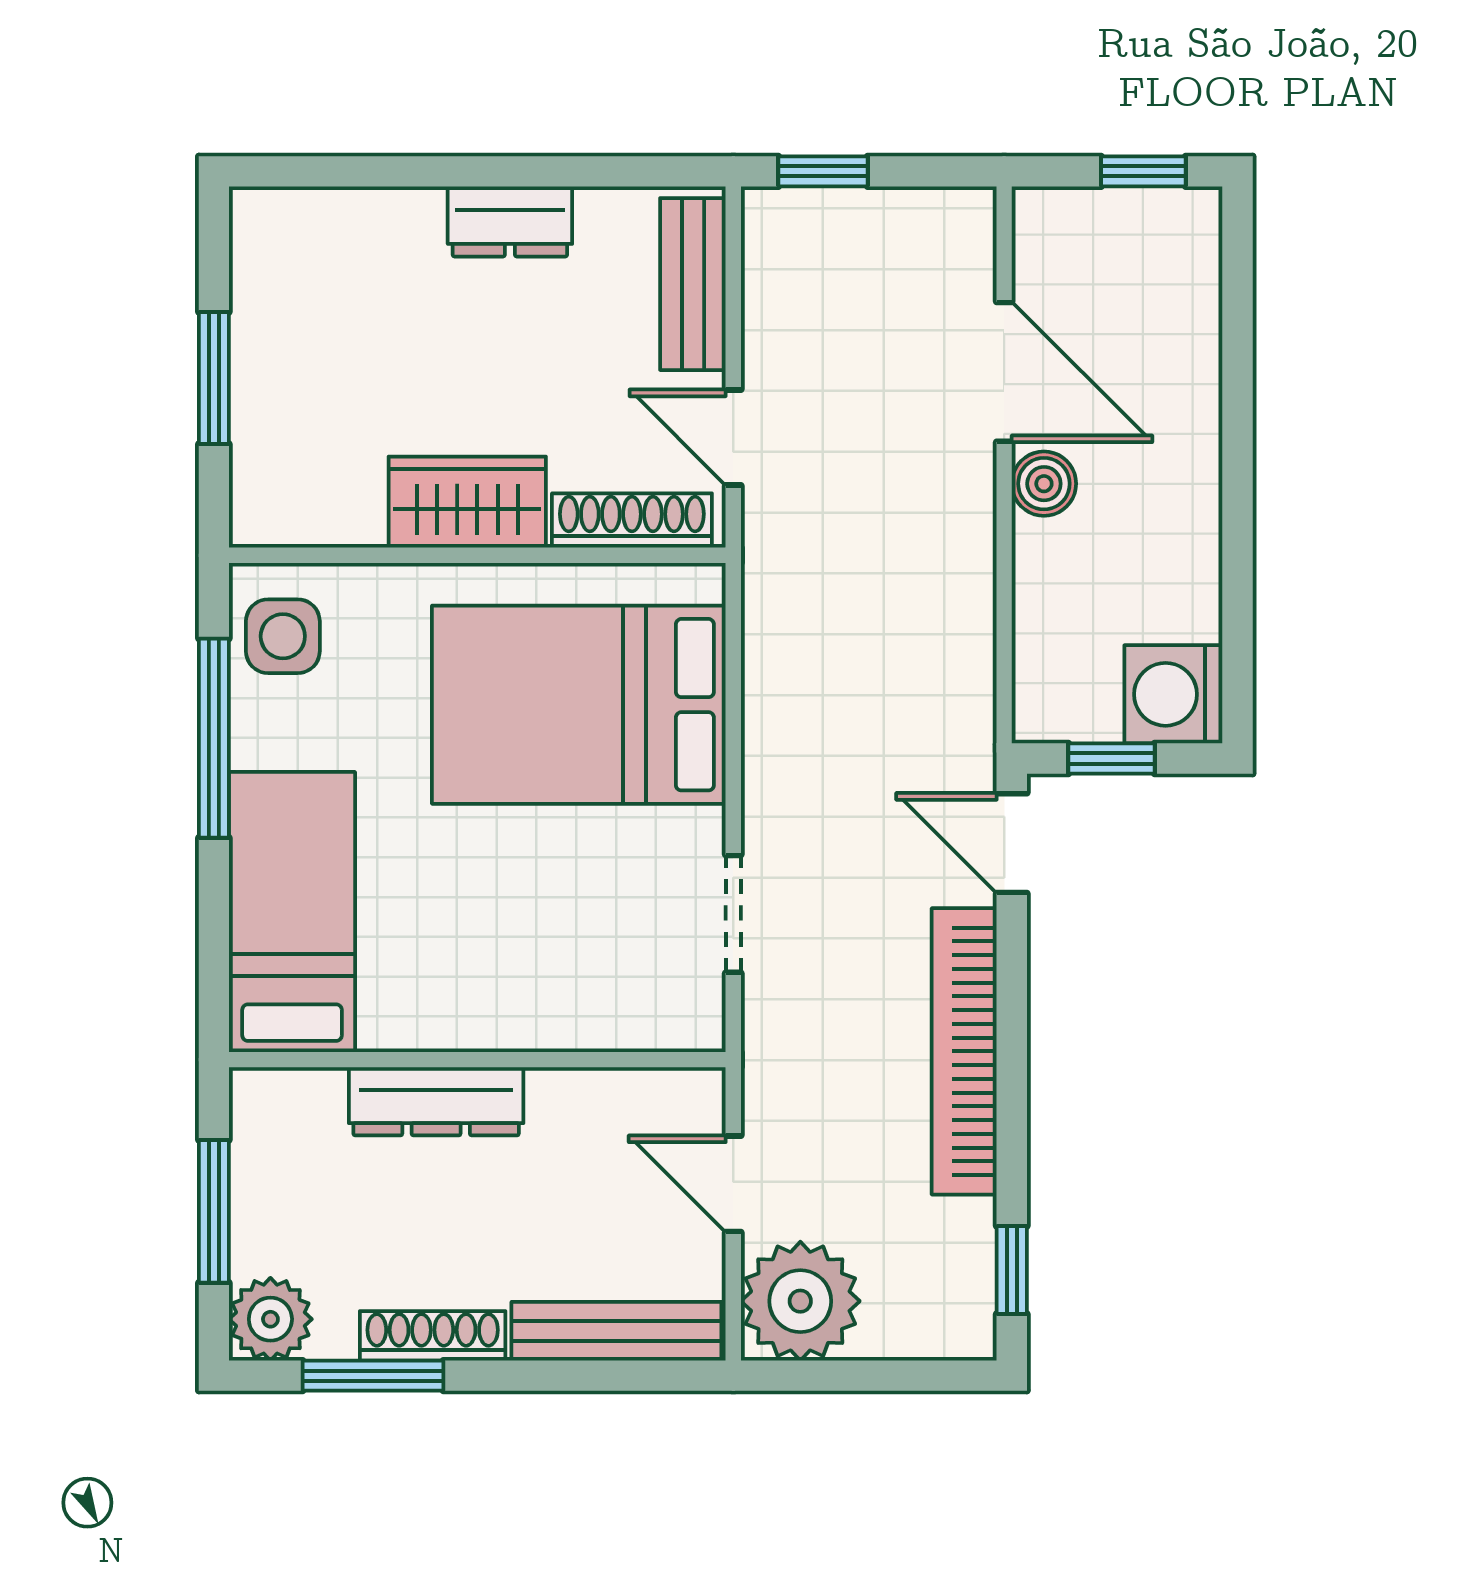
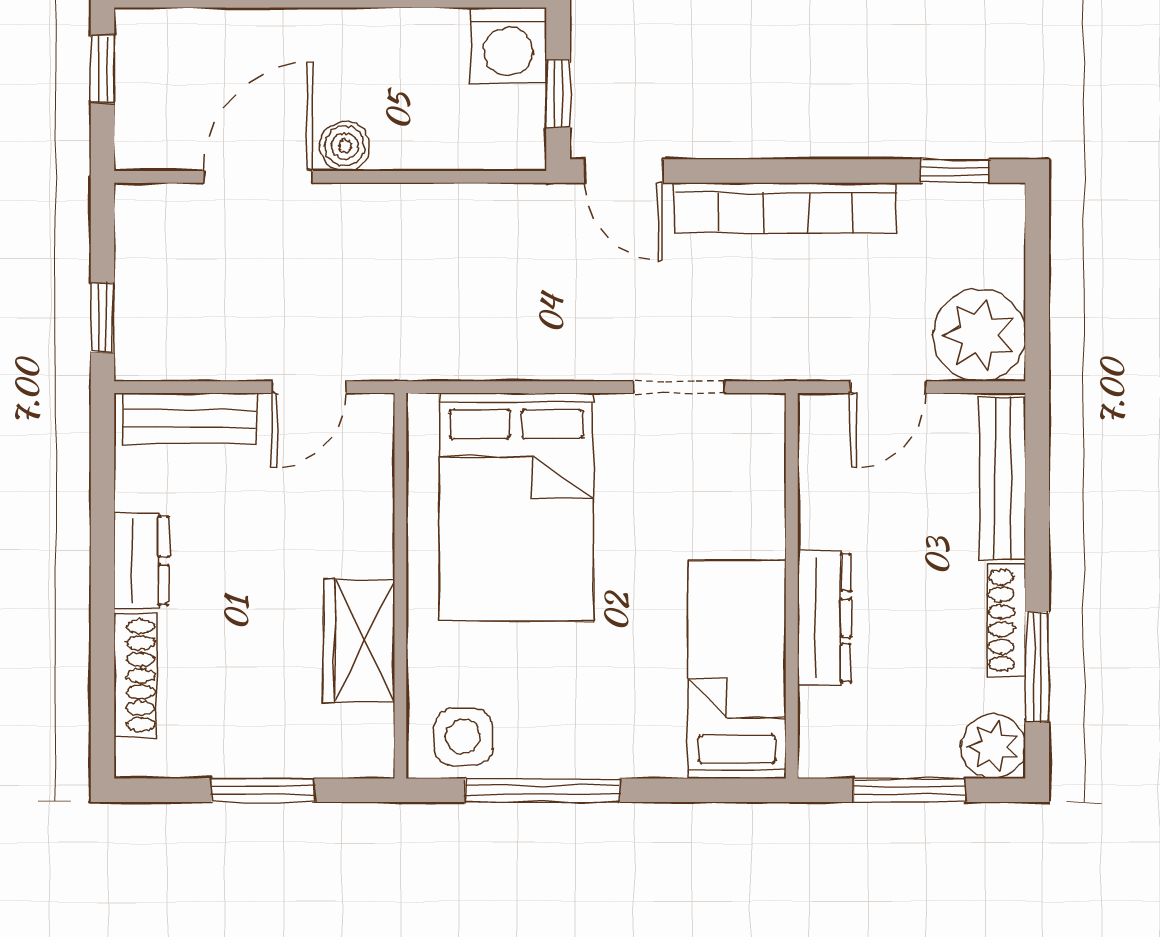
wardrobe: (467, 502) -> (359, 641), moved
shoe rack: (632, 521) -> (135, 676), moved, turned 180
door: (1012, 843) -> (624, 171), hinge flipped
bed: (292, 912) -> (737, 670), moved, turned 90

